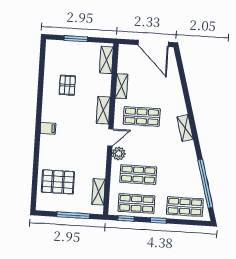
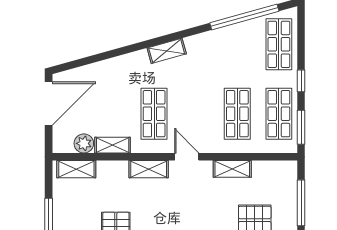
plant: (119, 154) -> (84, 143), moved
shelving: (99, 192) -> (232, 169), moved
window: (126, 218) -> (301, 127), width x1.50

